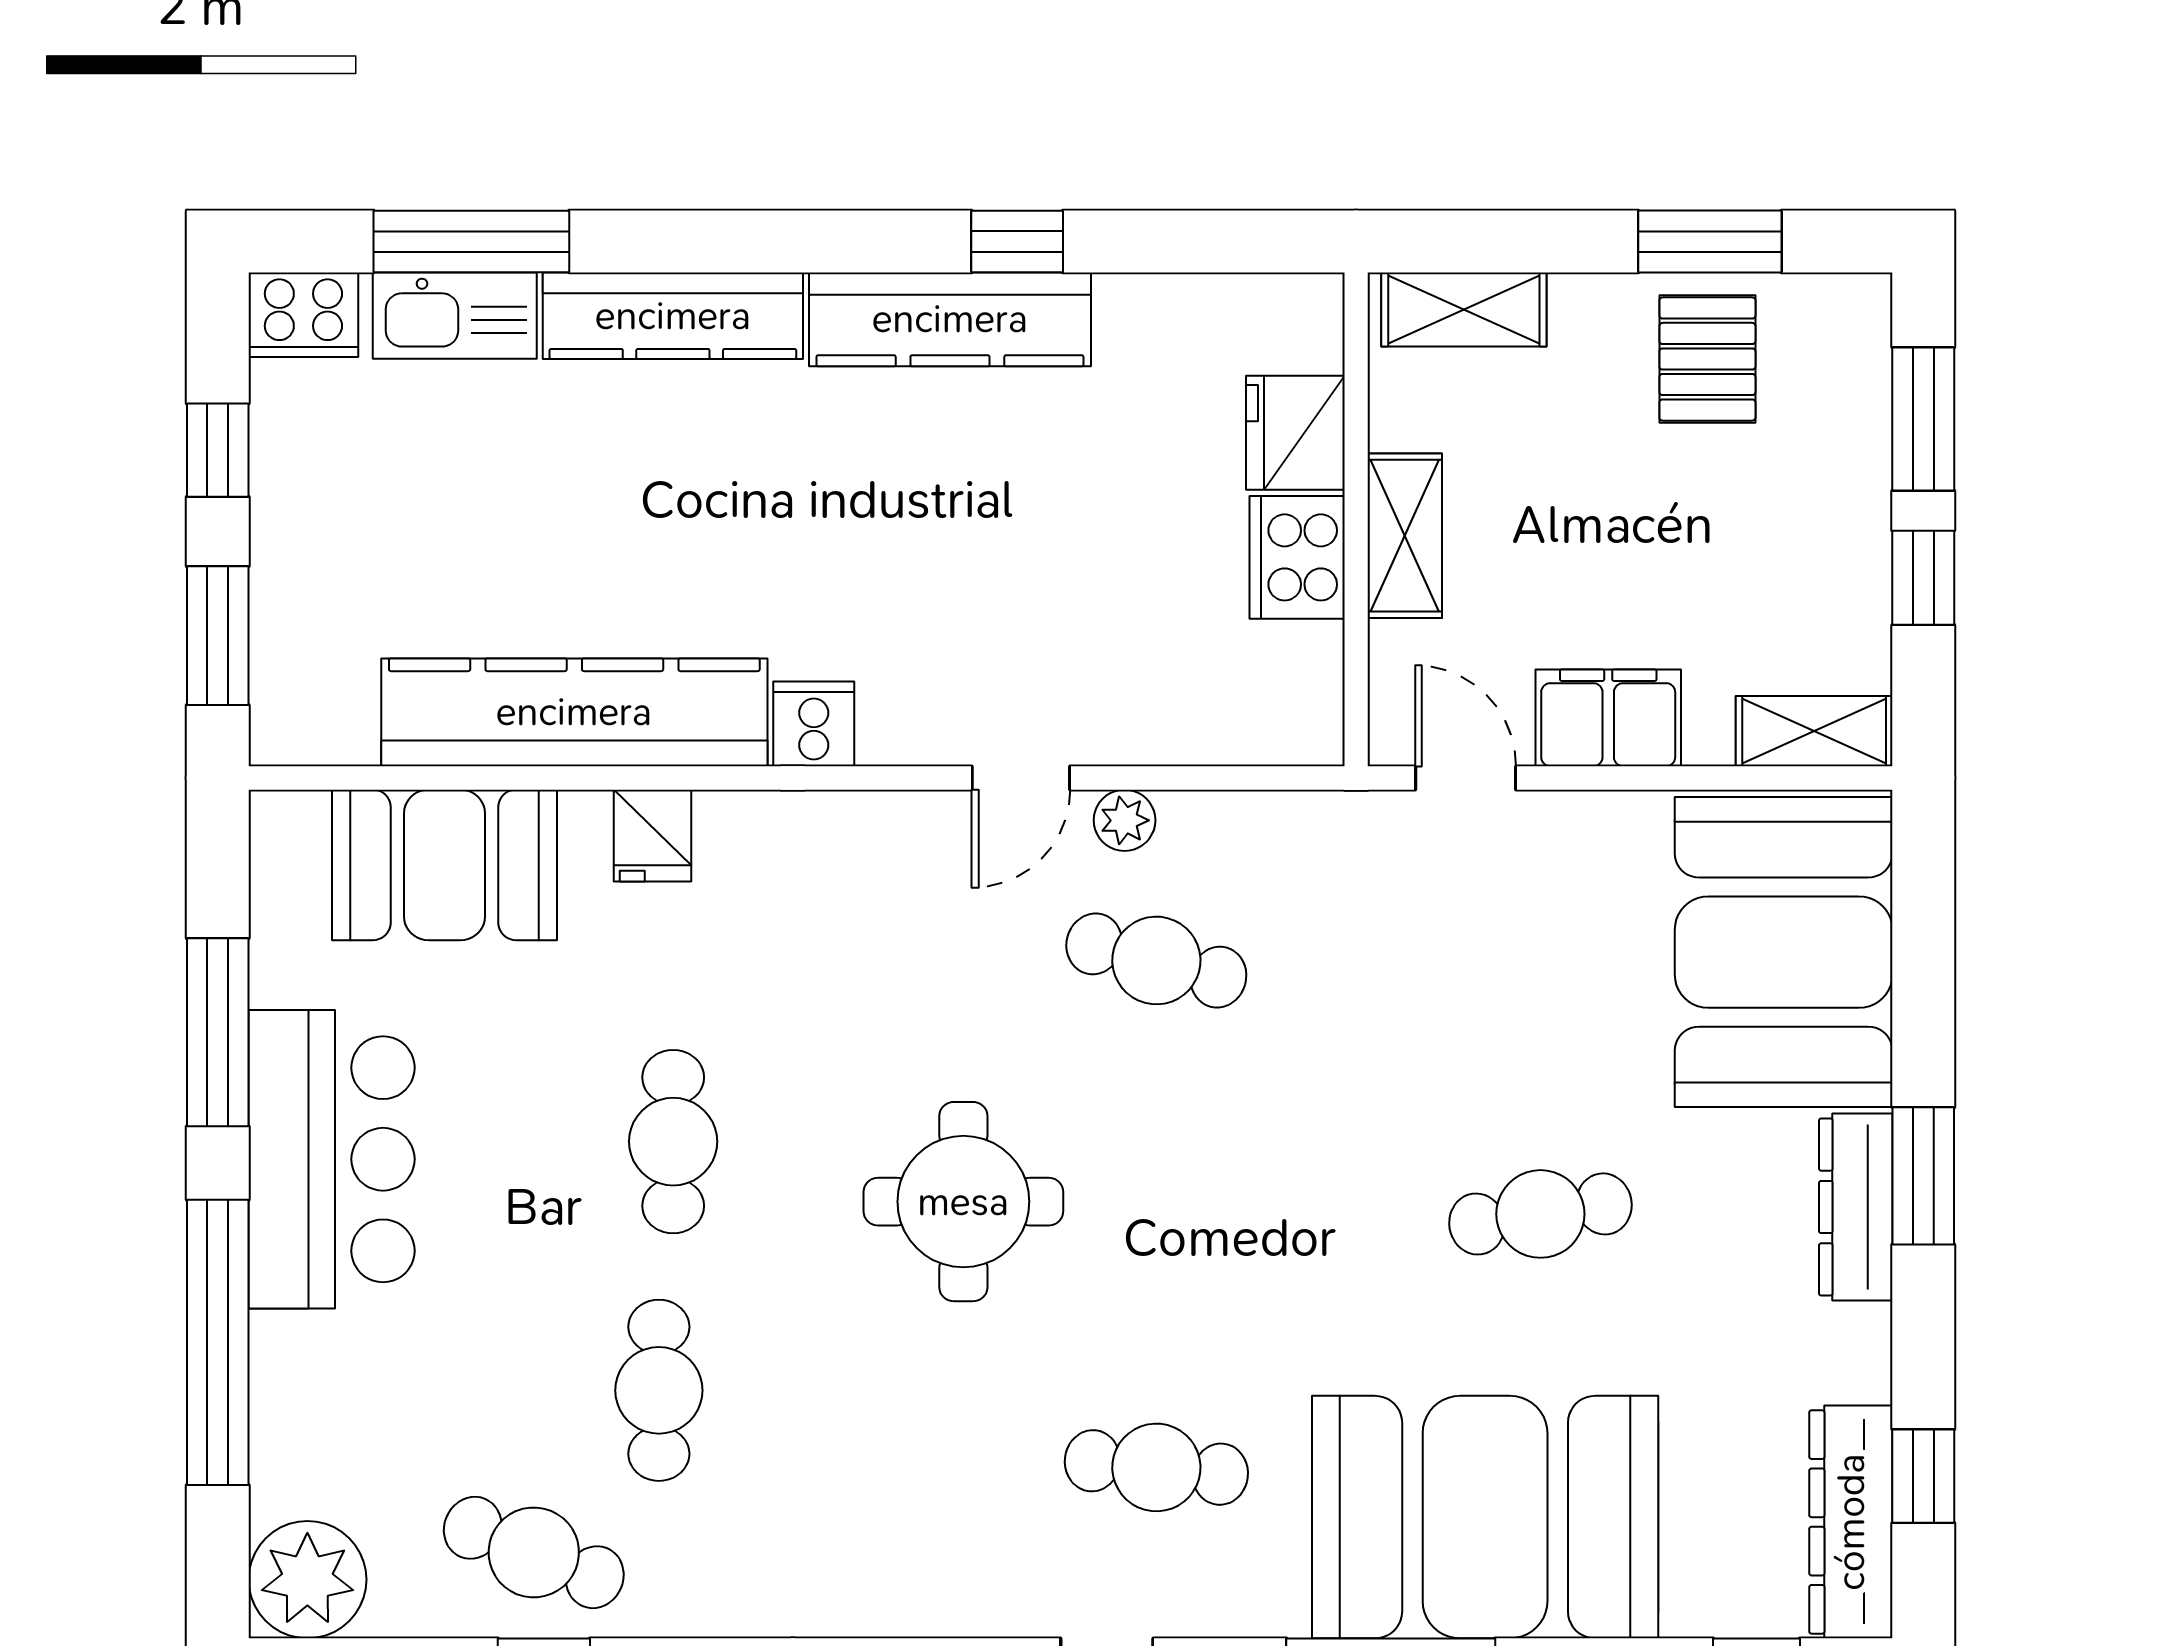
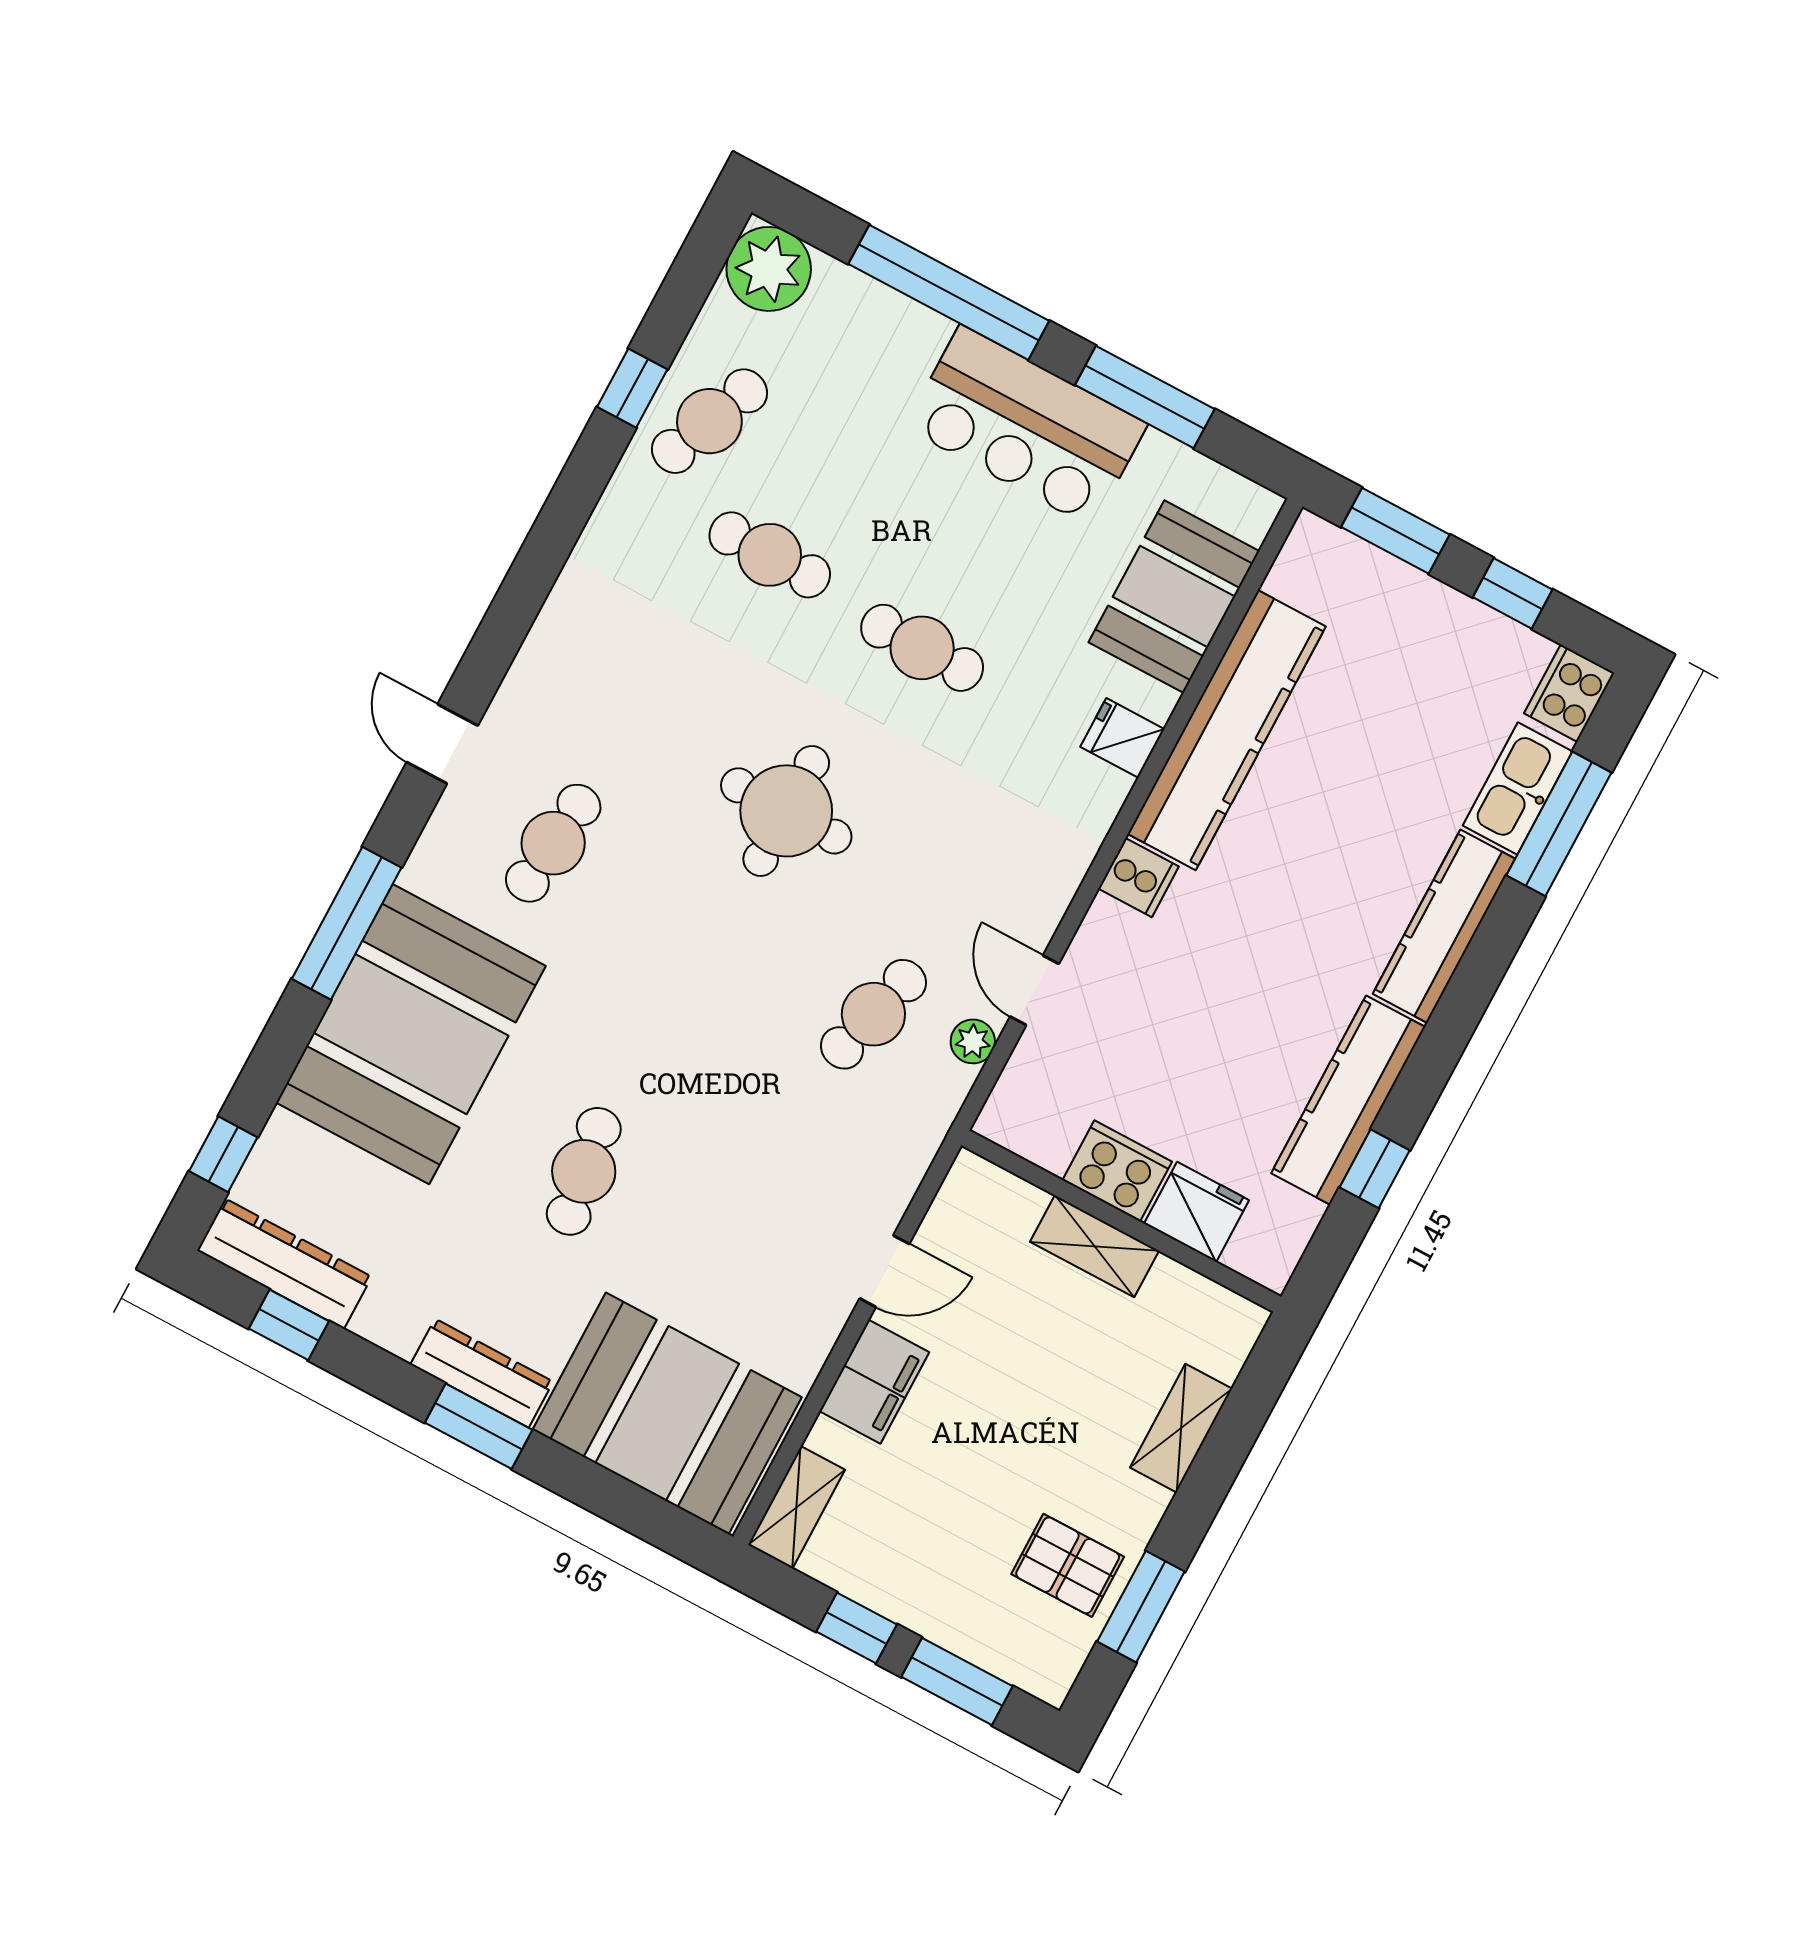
fridge: (1295, 433) -> (1197, 1212), moved
wall: (1356, 519) -> (1121, 1221), moved
shelving: (1405, 536) -> (1095, 1246), moved
cooker: (1297, 557) -> (1117, 1171), moved

